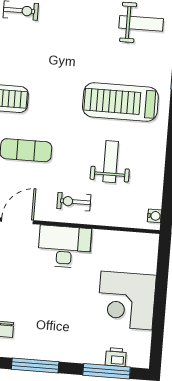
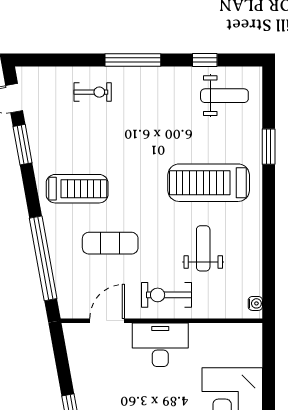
exercise bike: (74, 202) -> (167, 295), width x1.38, depth x1.39

